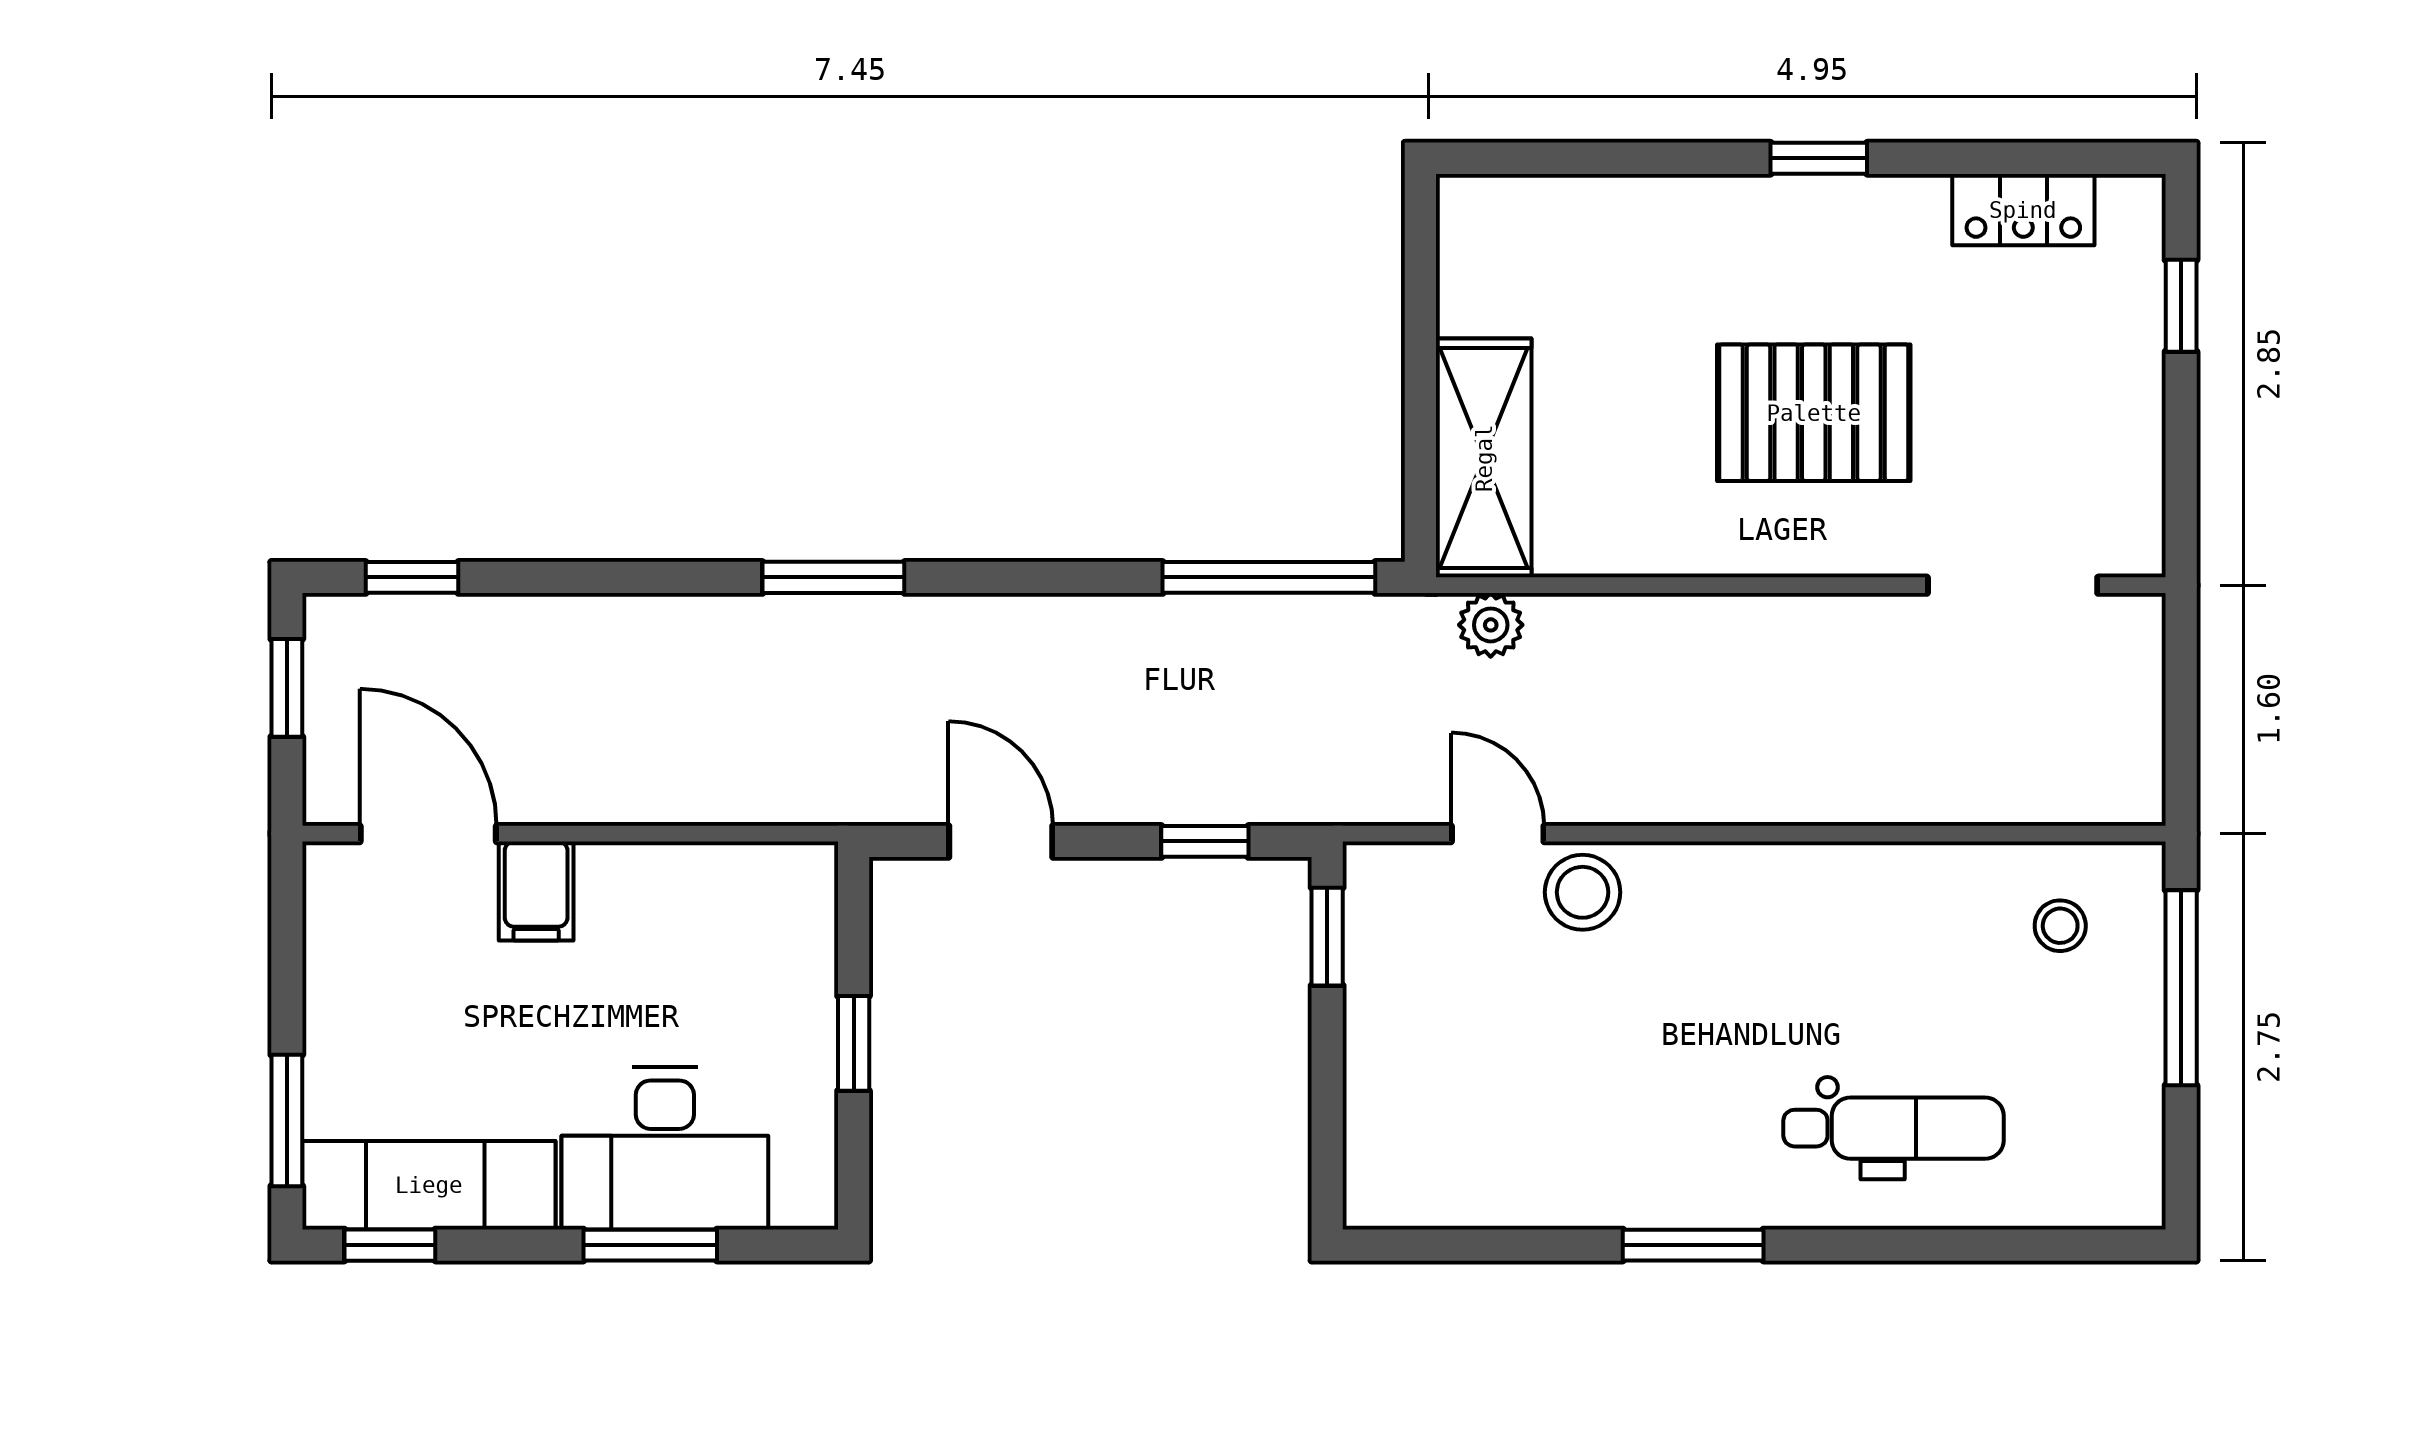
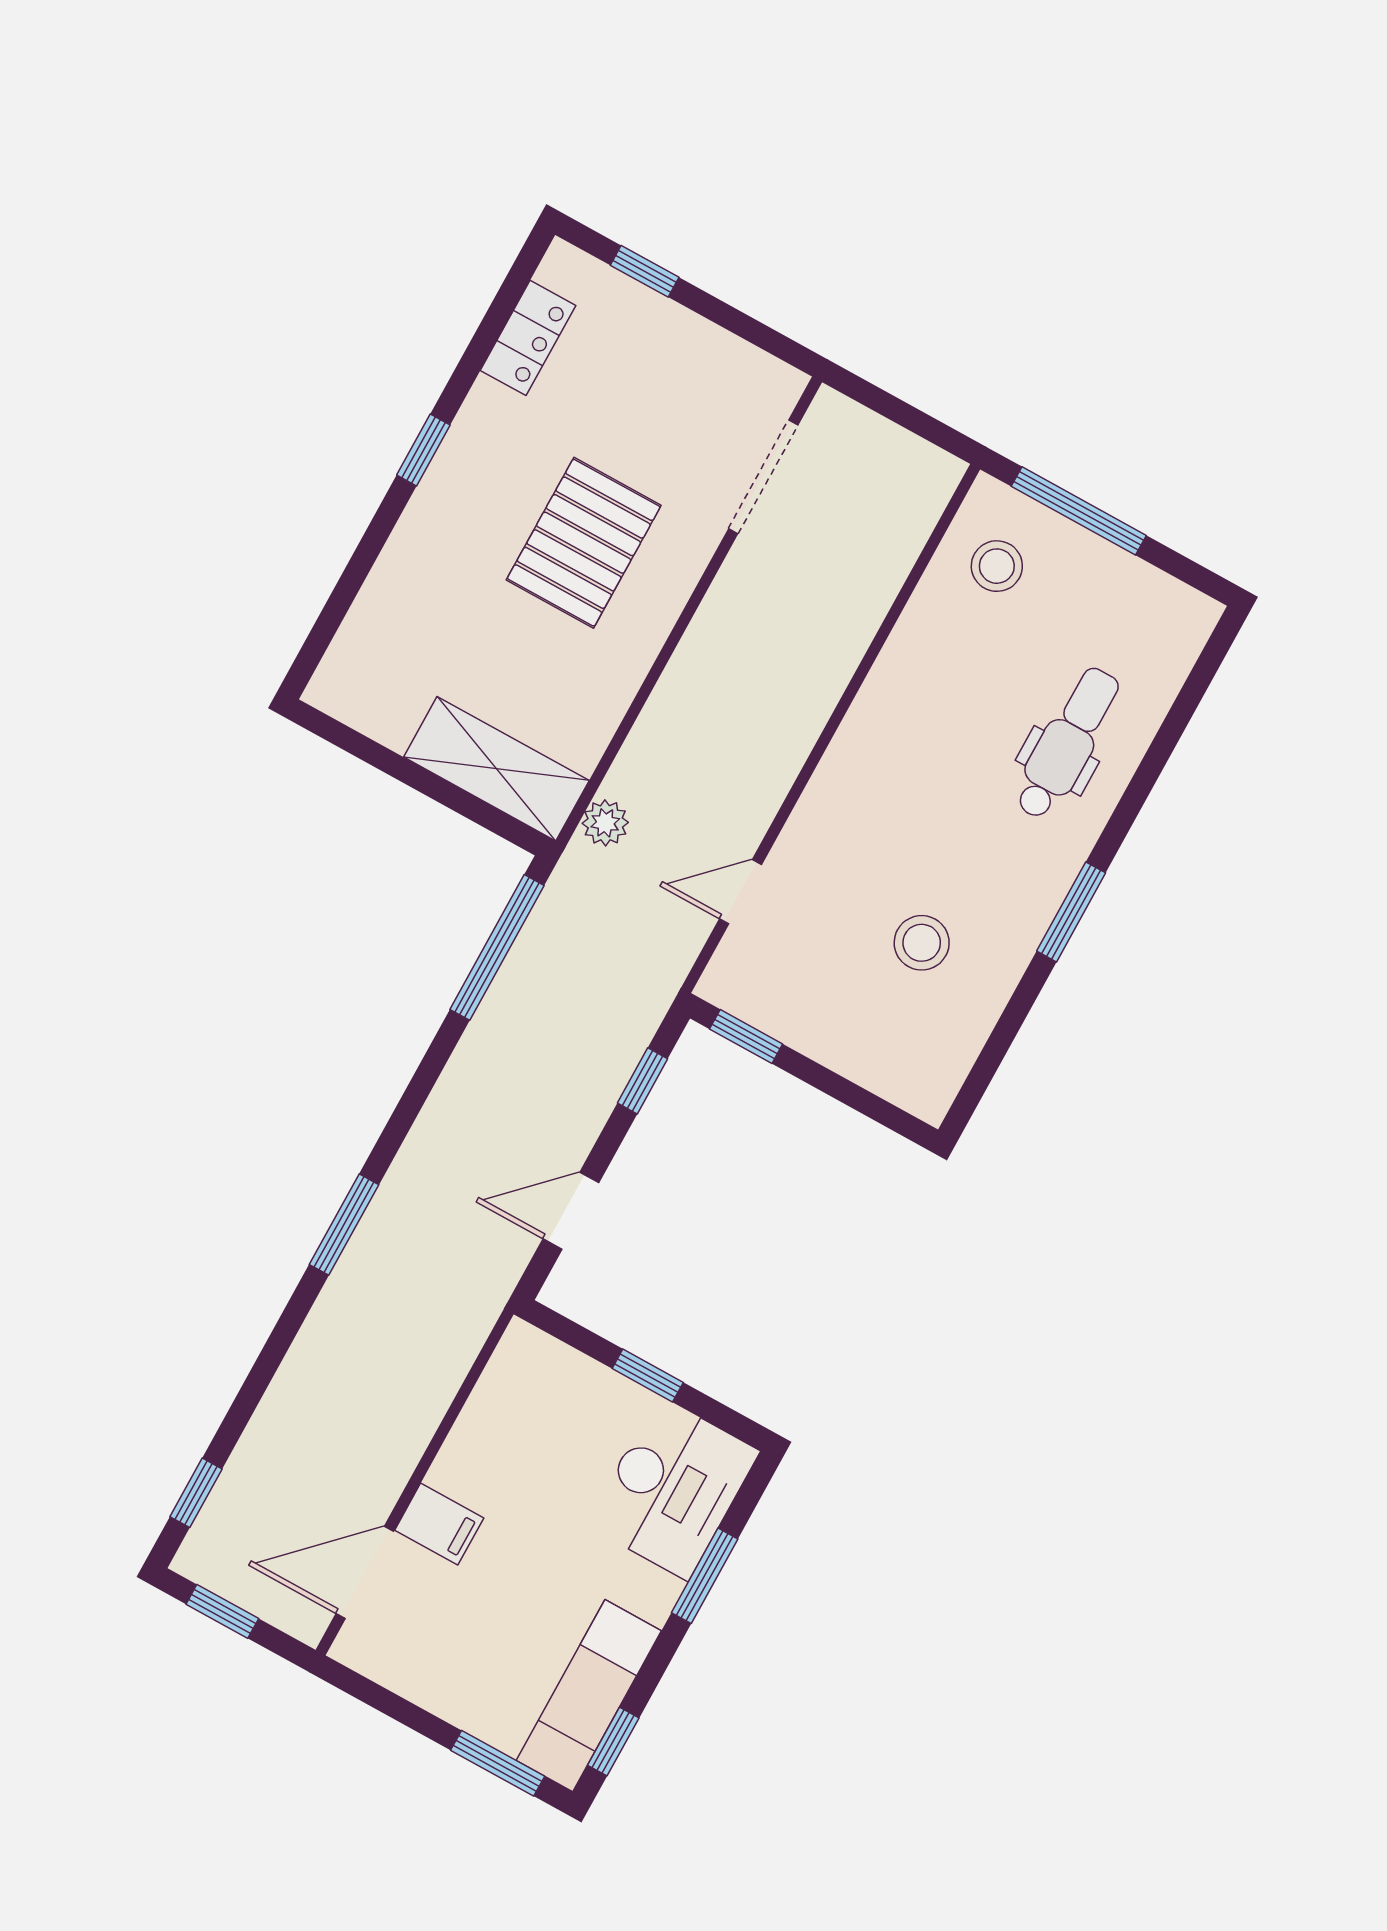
stool: (1583, 892) -> (922, 943), moved
stool: (2060, 926) -> (997, 566), width x1.37, depth x1.37
desk: (665, 1148) -> (673, 1488), moved

